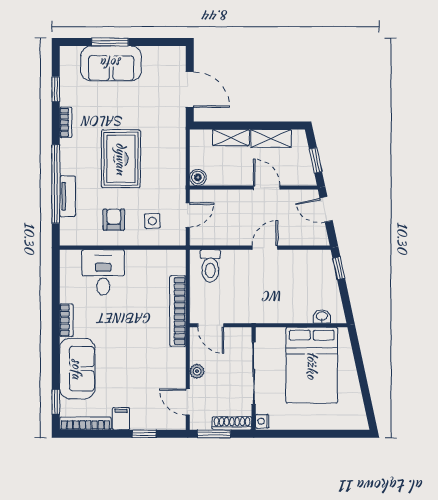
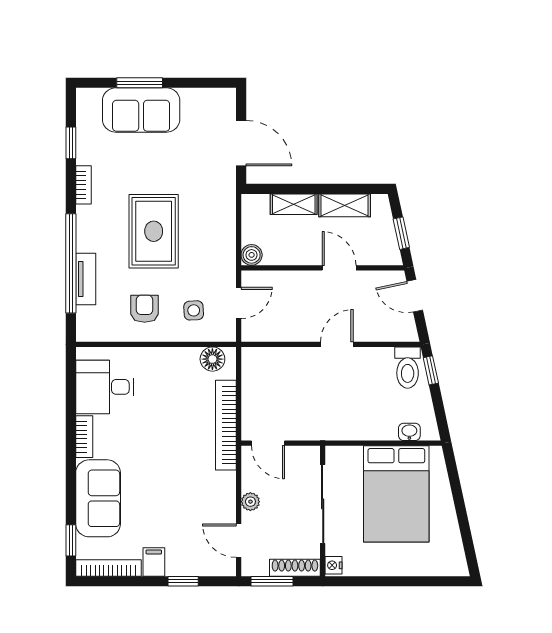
floor lamp: (167, 259) -> (212, 359), added
toilet: (210, 266) -> (408, 368), moved
desk: (103, 272) -> (105, 387), moved, turned -90

